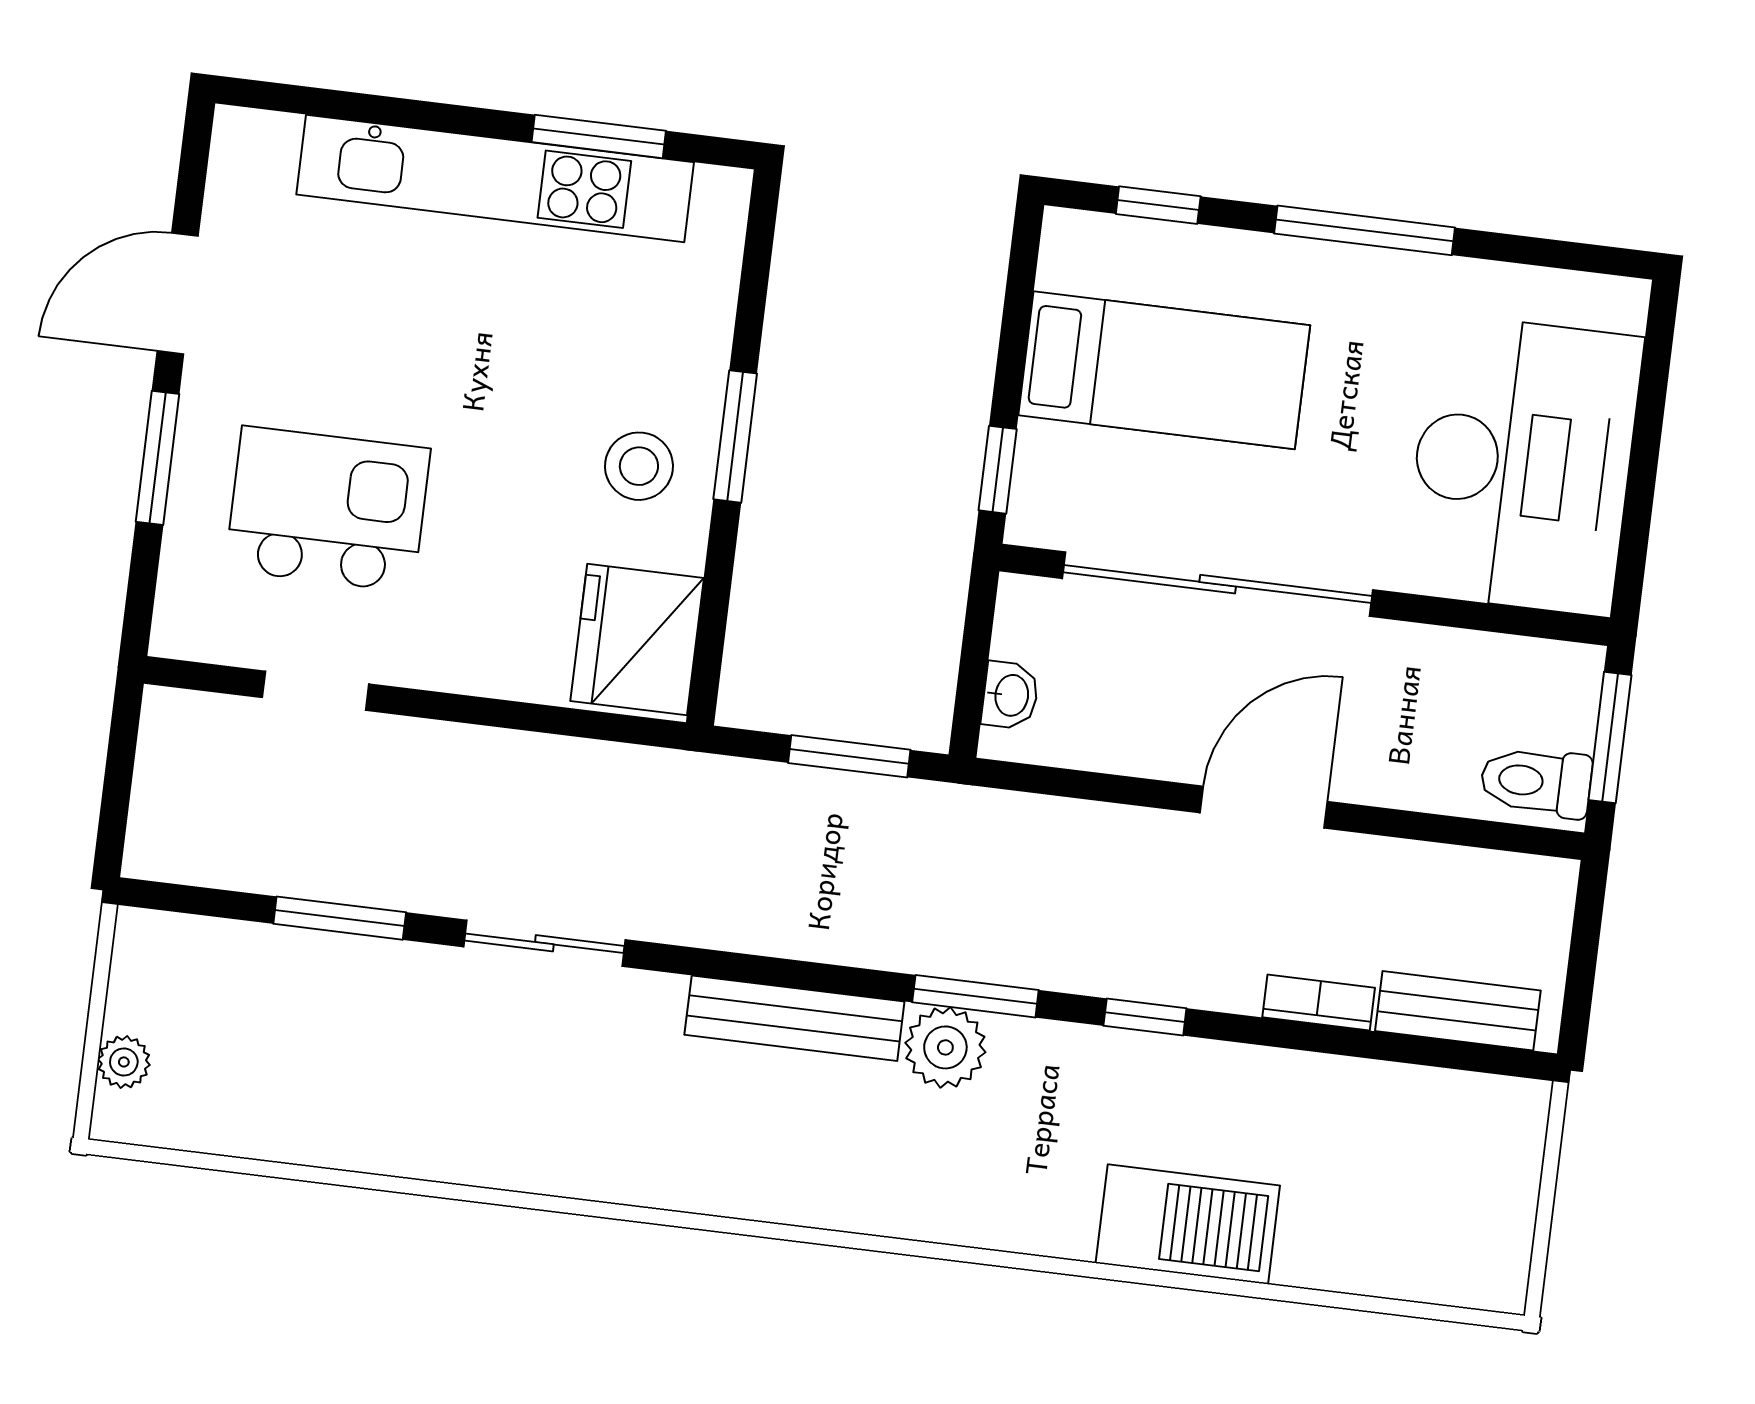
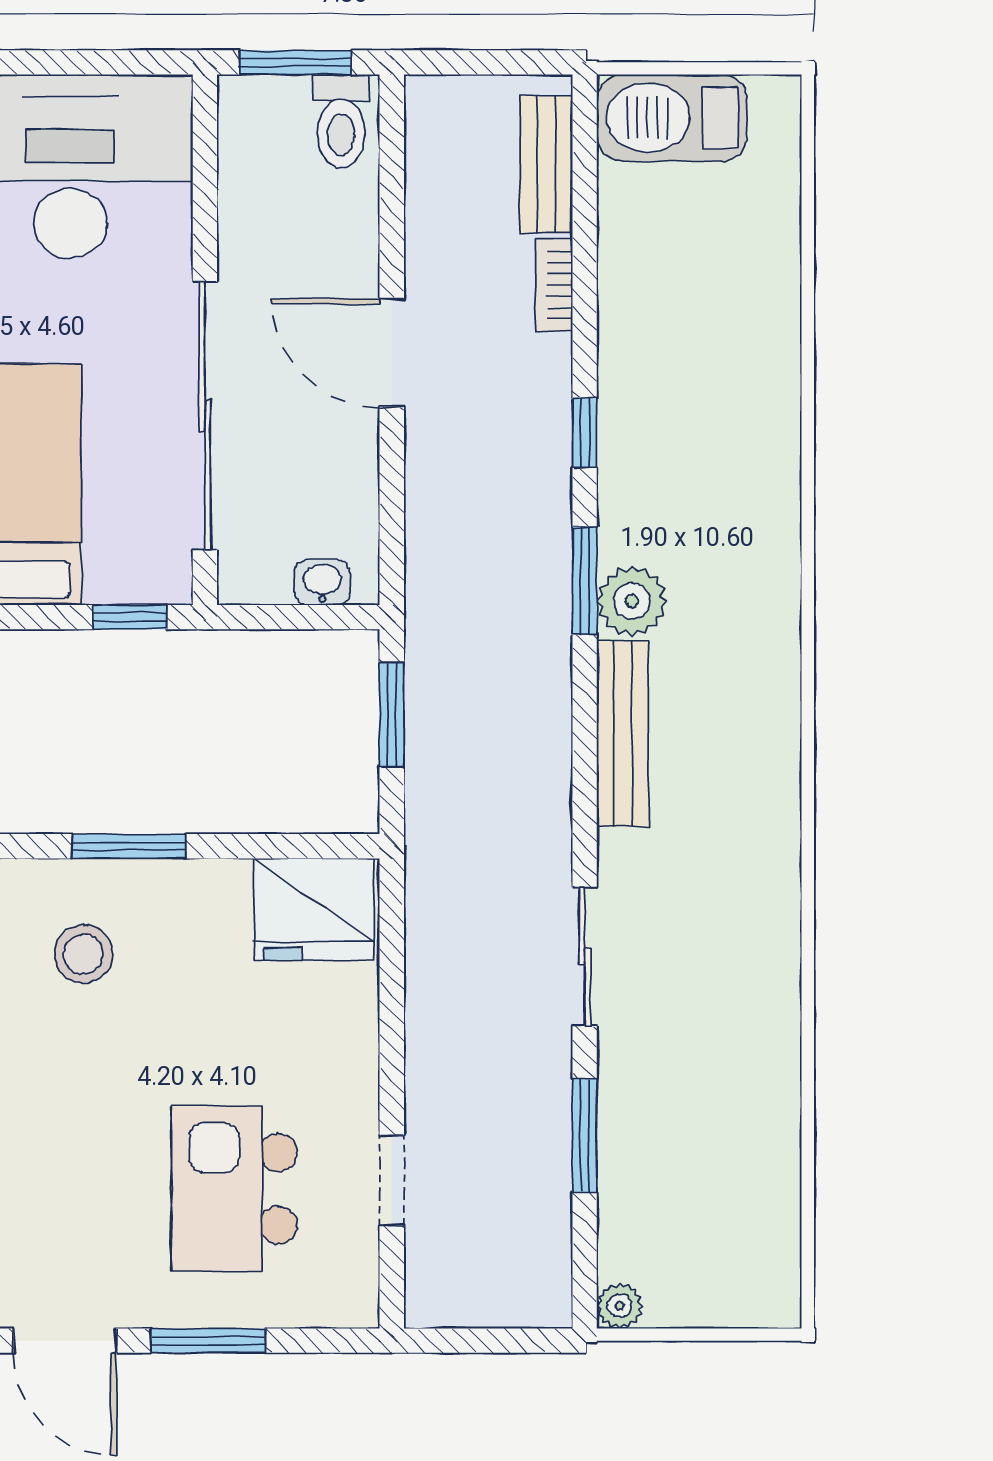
stool: (639, 466) -> (83, 954), moved
plant: (124, 1062) -> (620, 1306), moved
barbecue: (1188, 1224) -> (672, 118), moved, turned -90

